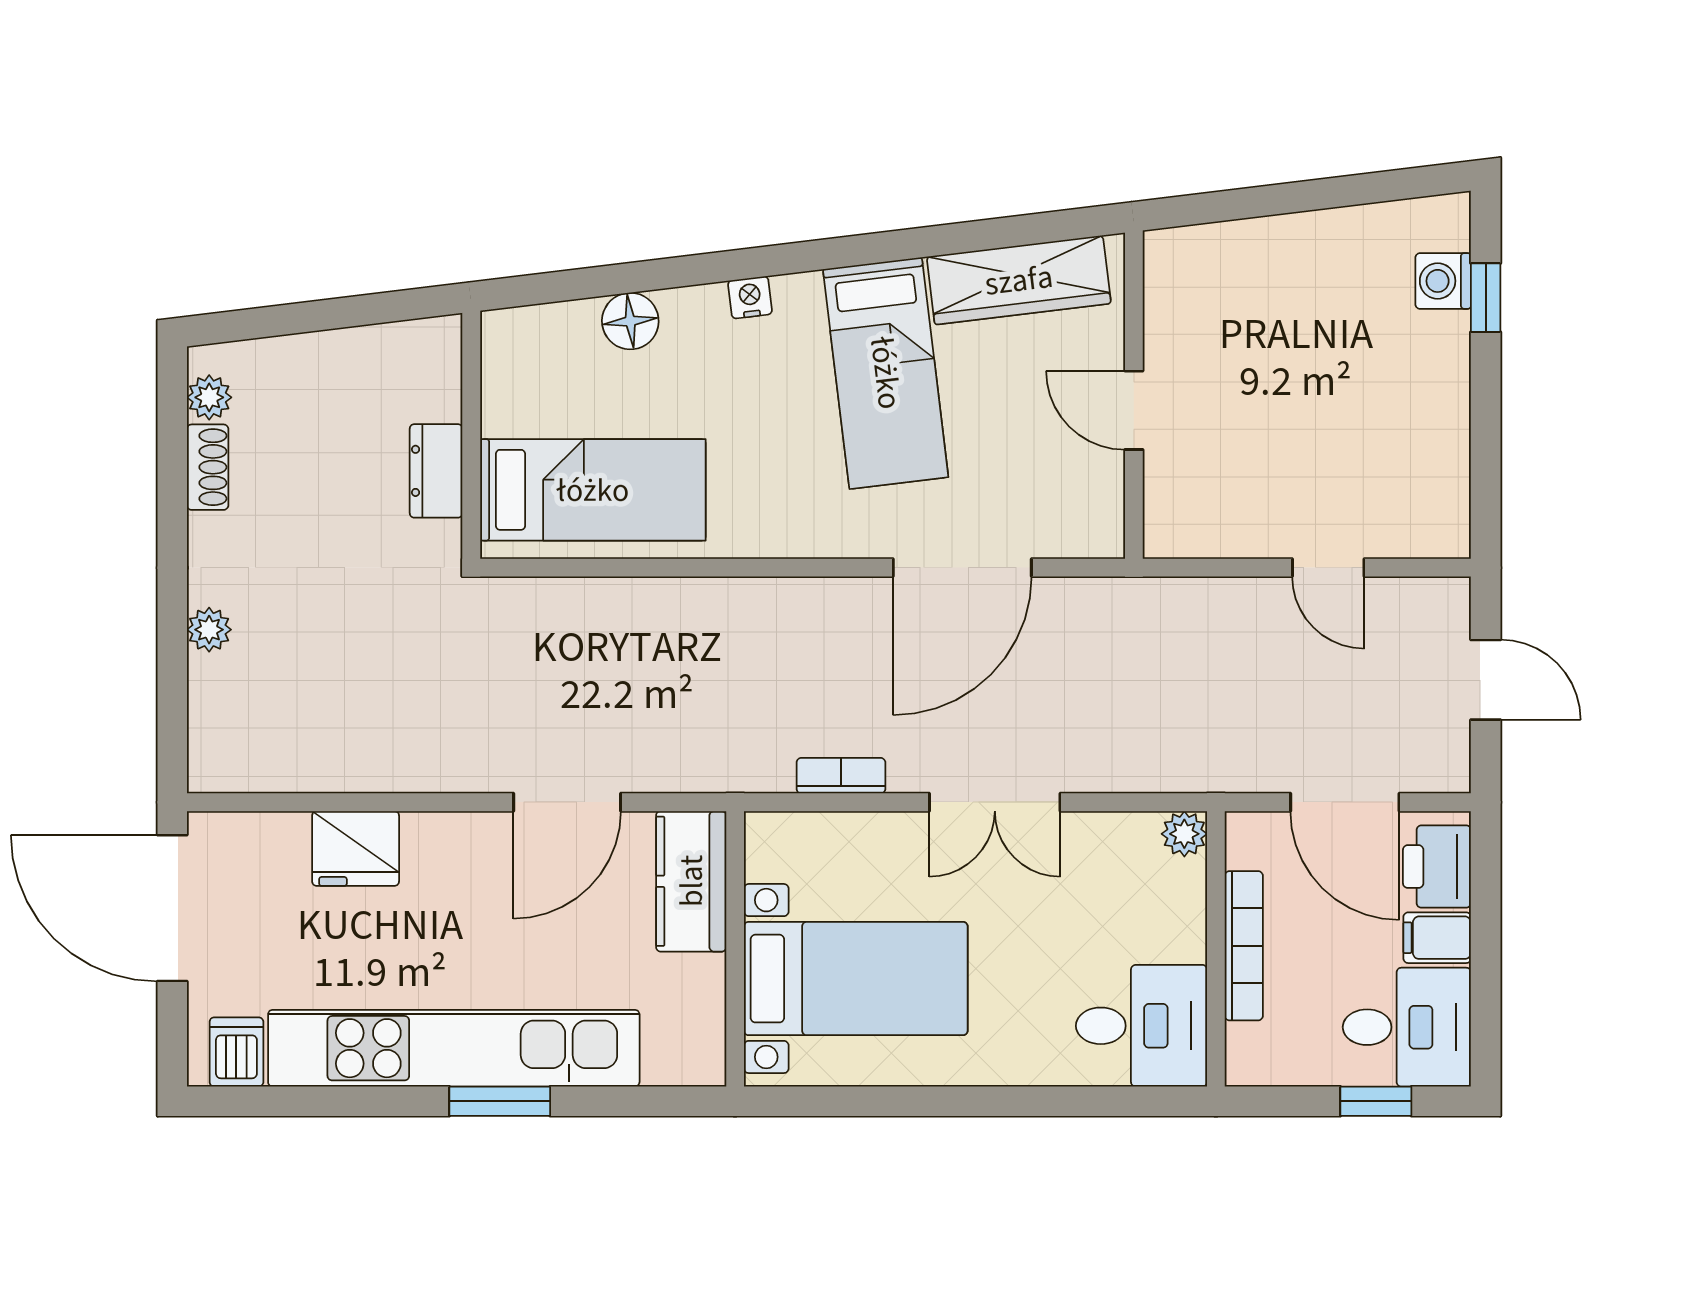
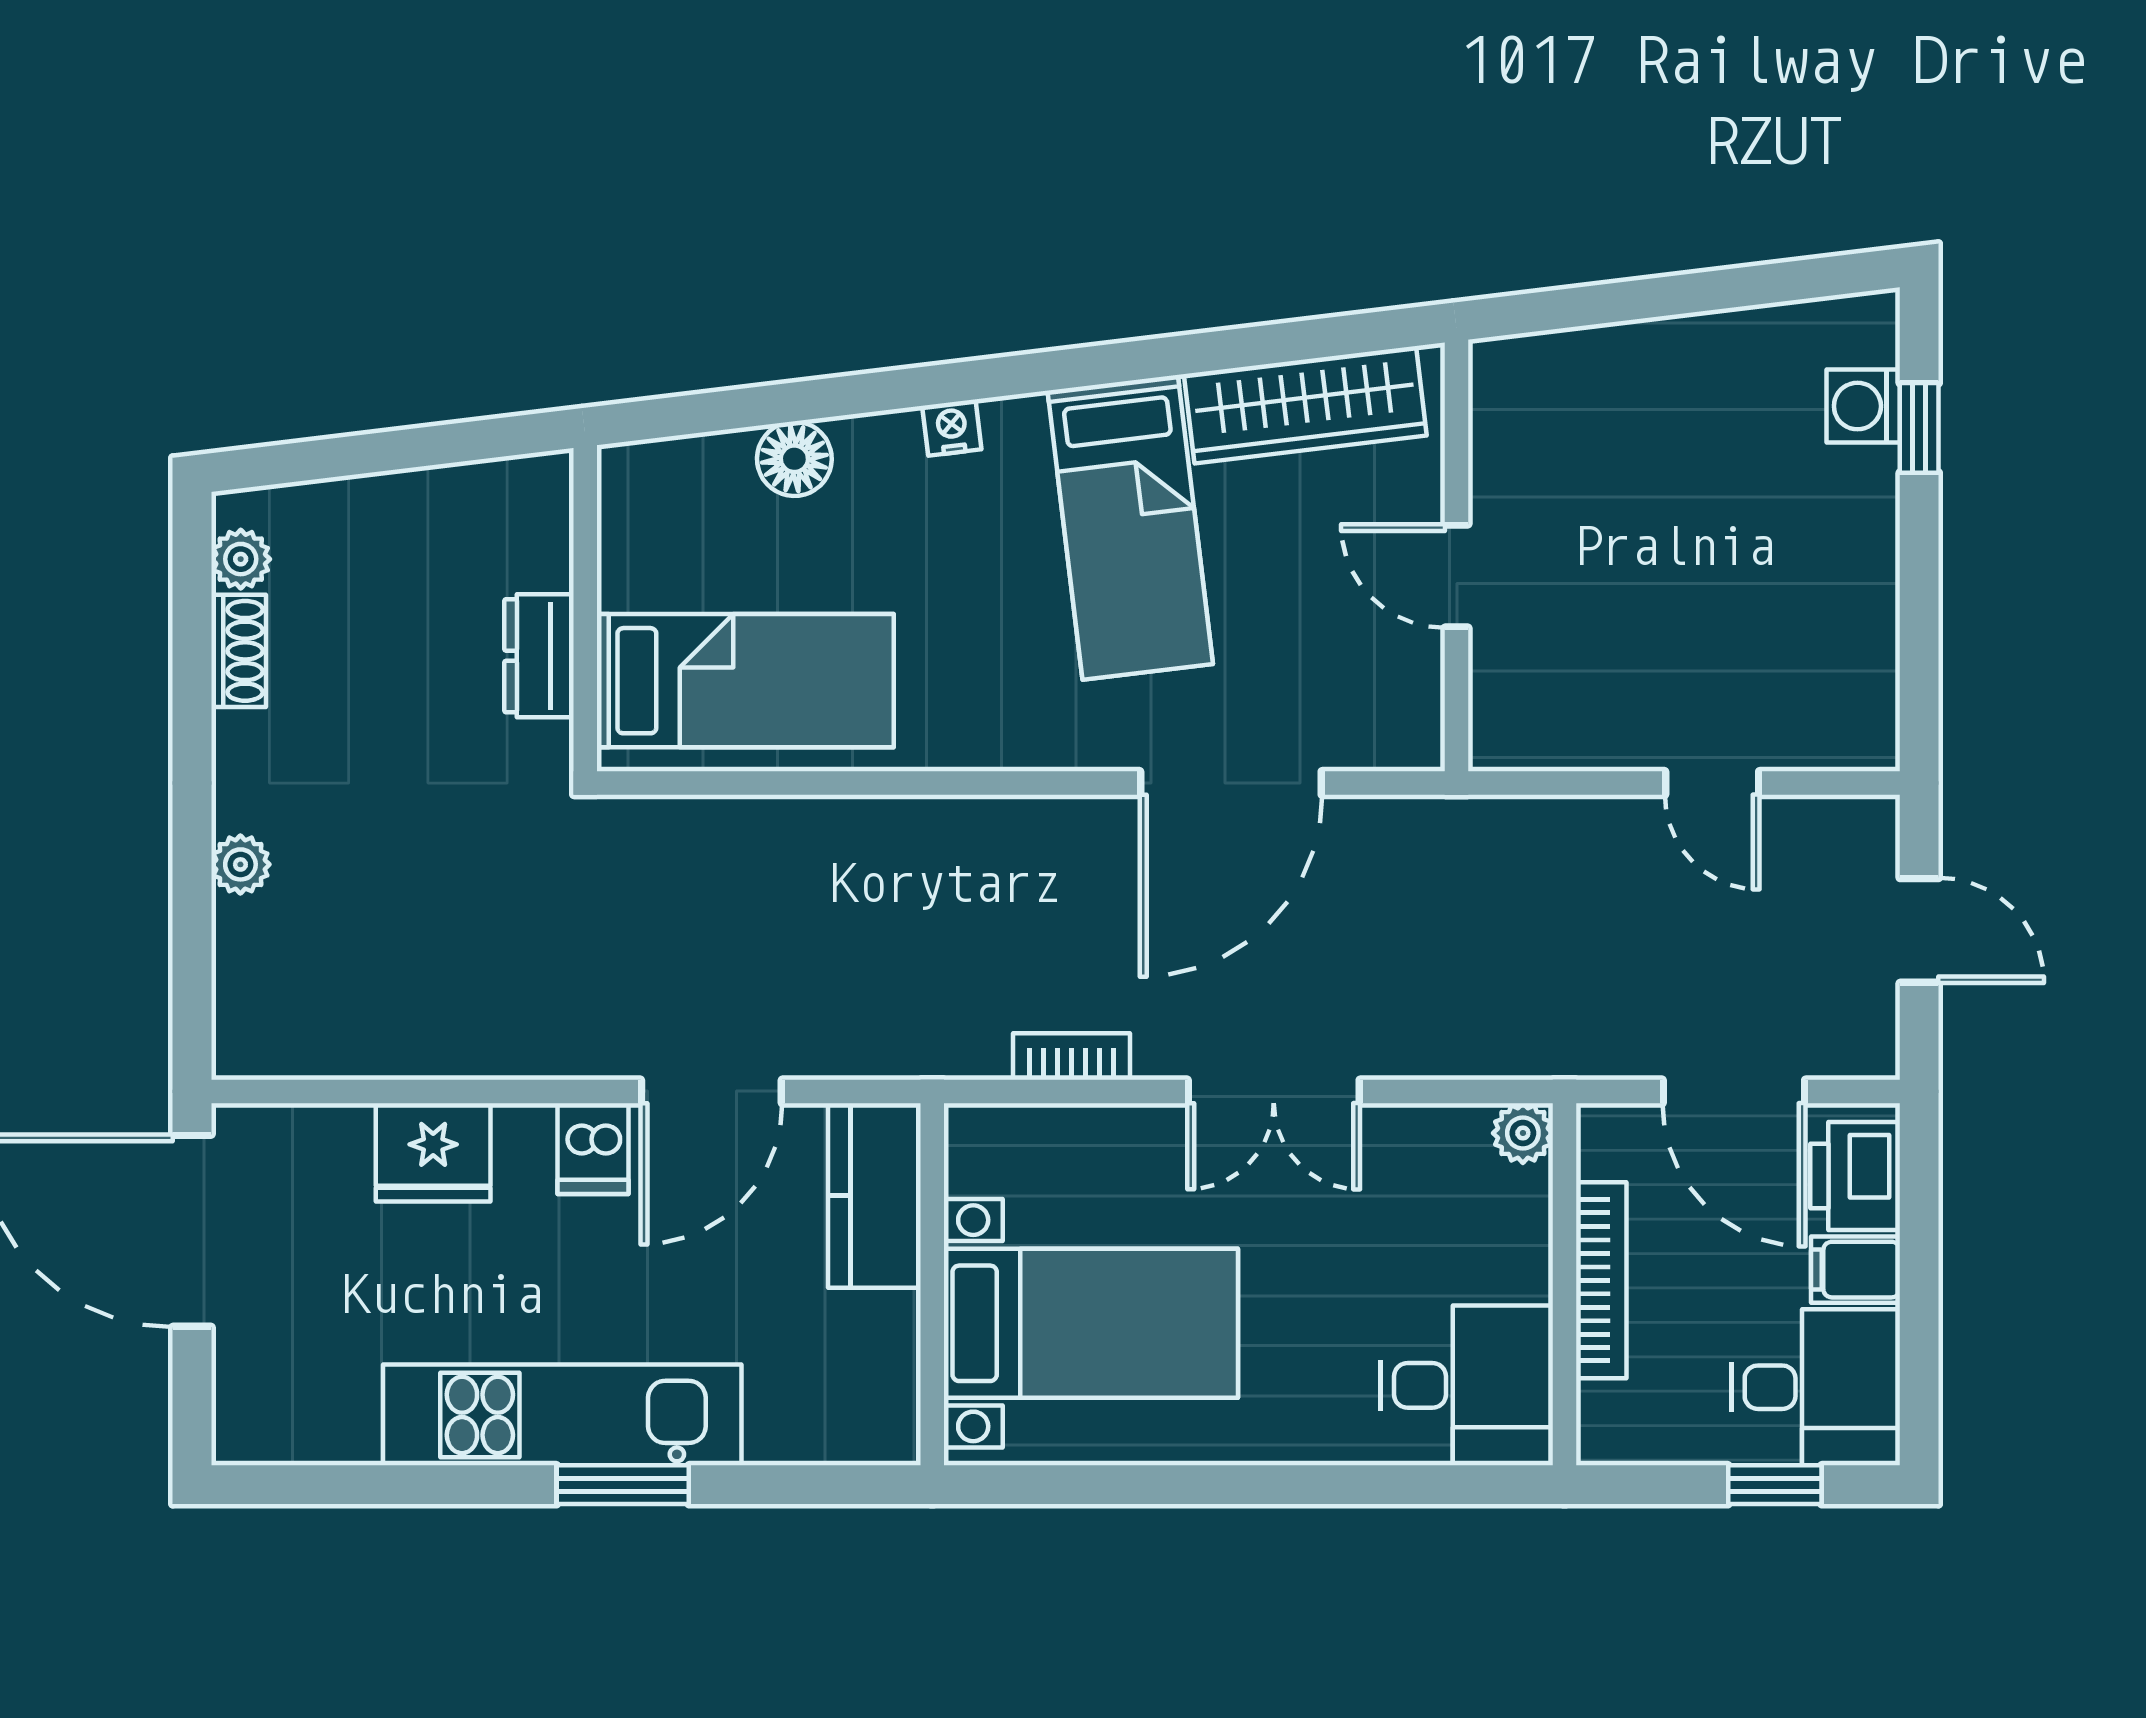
kitchen unit: (454, 1048) -> (562, 1415), width x0.73
dishwasher: (236, 1052) -> (593, 1149), moved, turned 180

